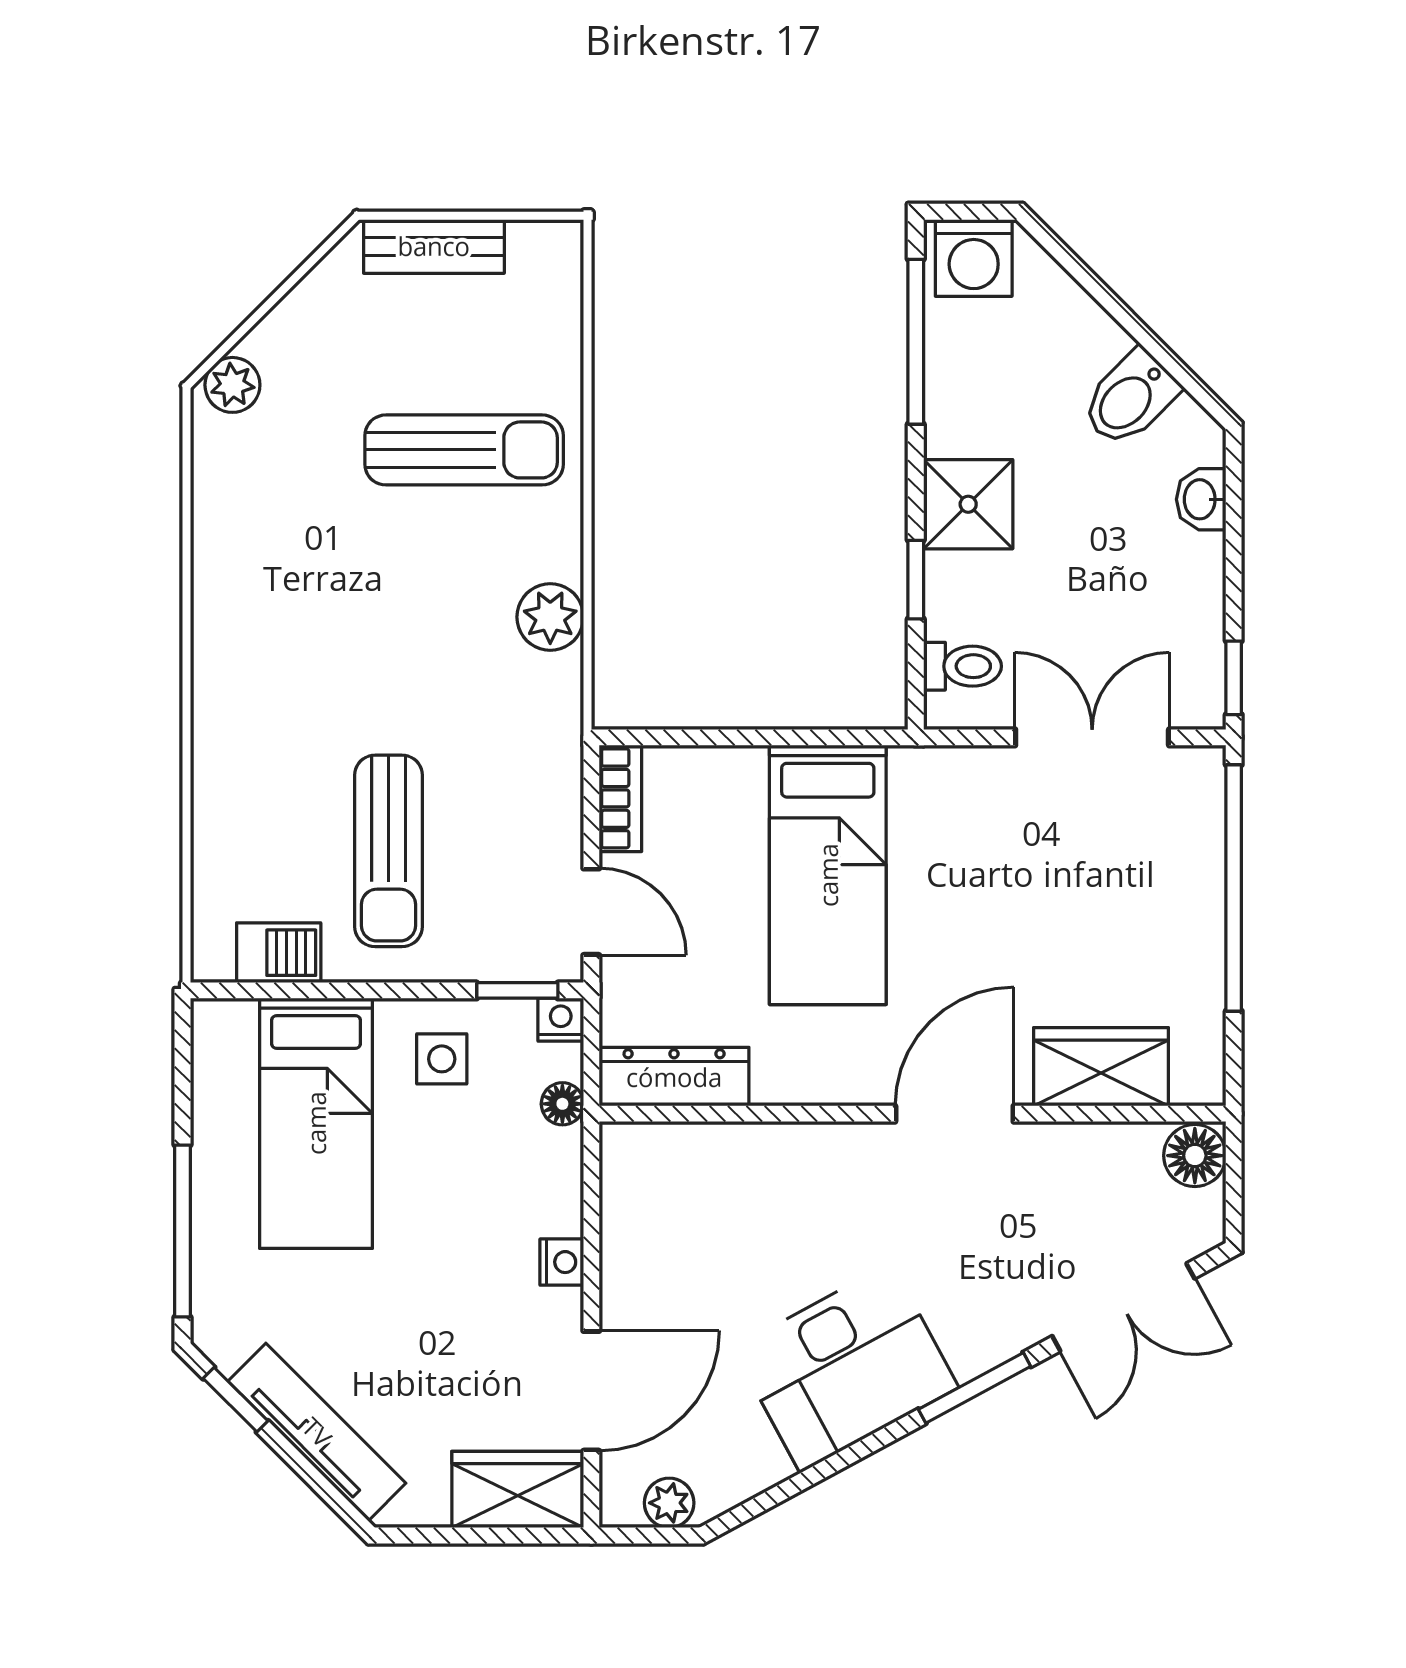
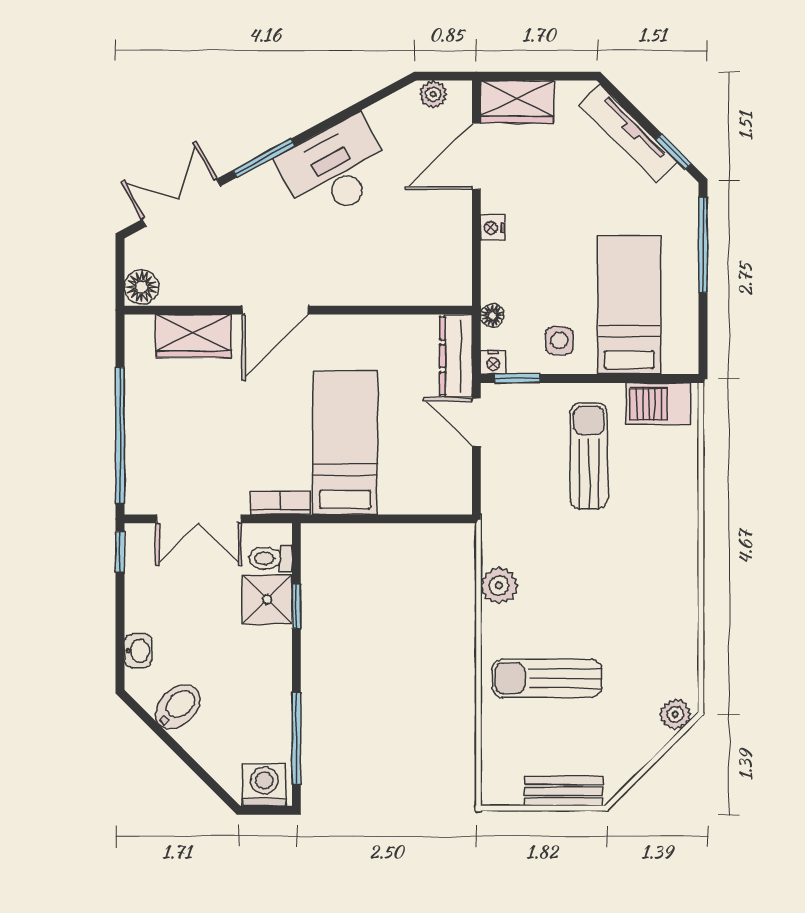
shower: (968, 504) -> (267, 599), moved
bookcase: (620, 798) -> (280, 503), moved, turned 90
barbecue: (279, 953) -> (659, 404), width x1.38, depth x1.27
dresser: (674, 1077) -> (456, 356), moved, turned 90

